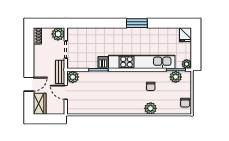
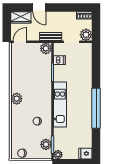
window: (137, 23) -> (96, 108), width x2.11
kitchen unit: (142, 62) -> (60, 104), width x0.73
dishwasher: (103, 63) -> (59, 60), moved
door: (66, 92) -> (20, 42), moved
plant: (151, 108) -> (17, 99), moved

